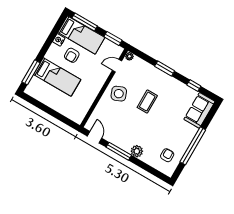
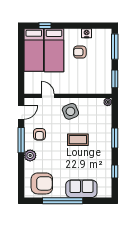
bed: (81, 35) -> (34, 50), moved
door: (117, 66) -> (48, 96), moved
window: (31, 72) -> (45, 26), width x0.46
sofa: (199, 110) -> (81, 189), moved
armchair: (123, 132) -> (39, 134), added
armchair: (167, 155) -> (42, 183), width x1.88, depth x1.88

